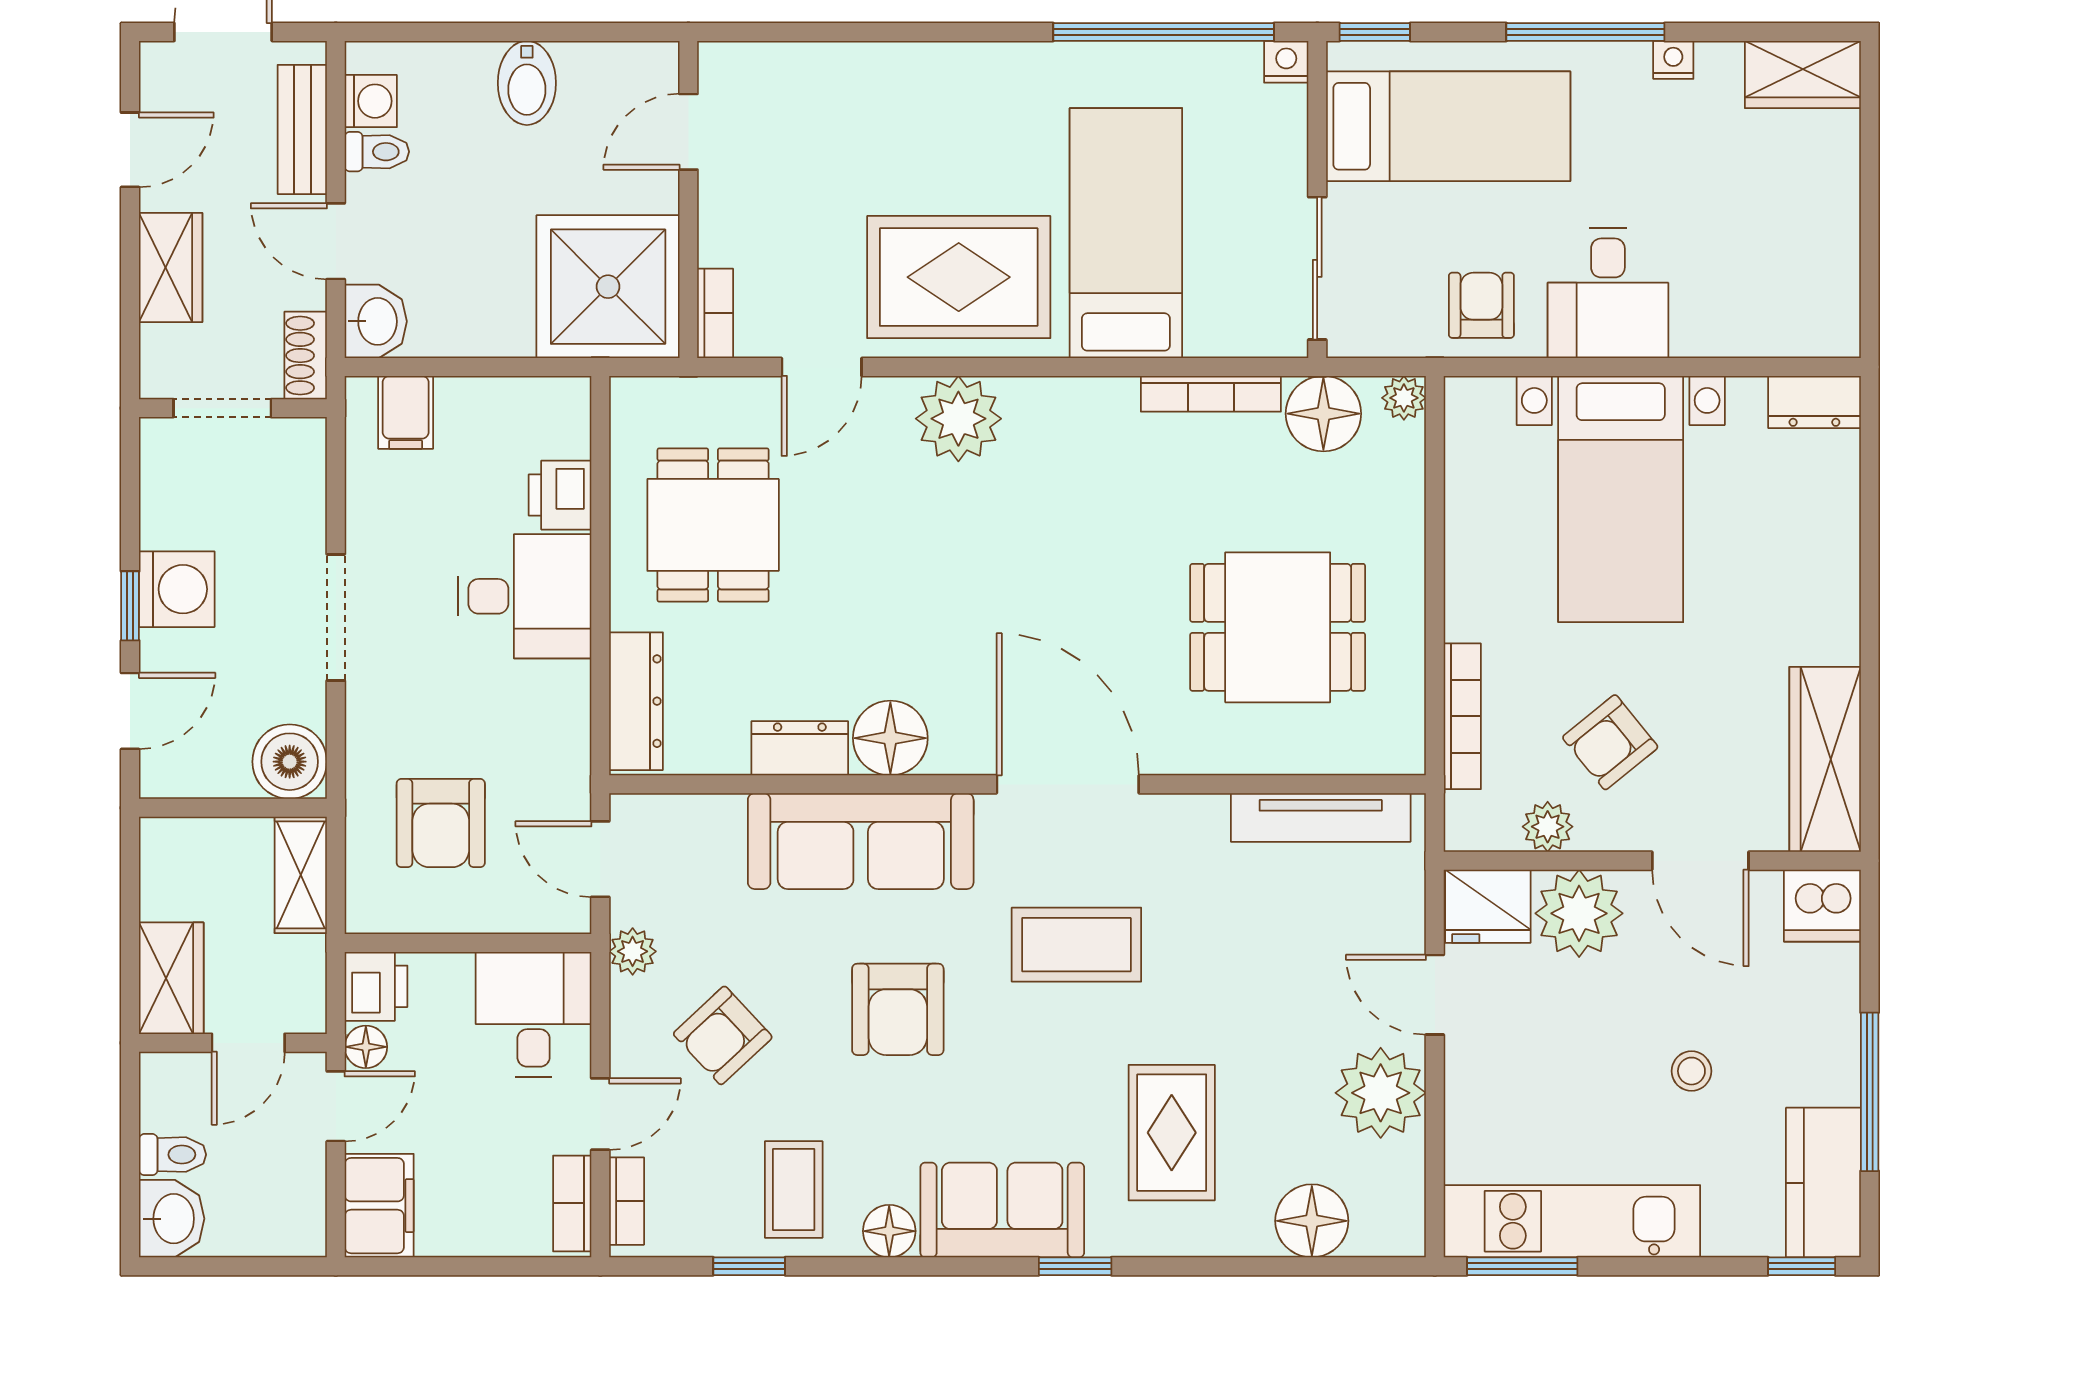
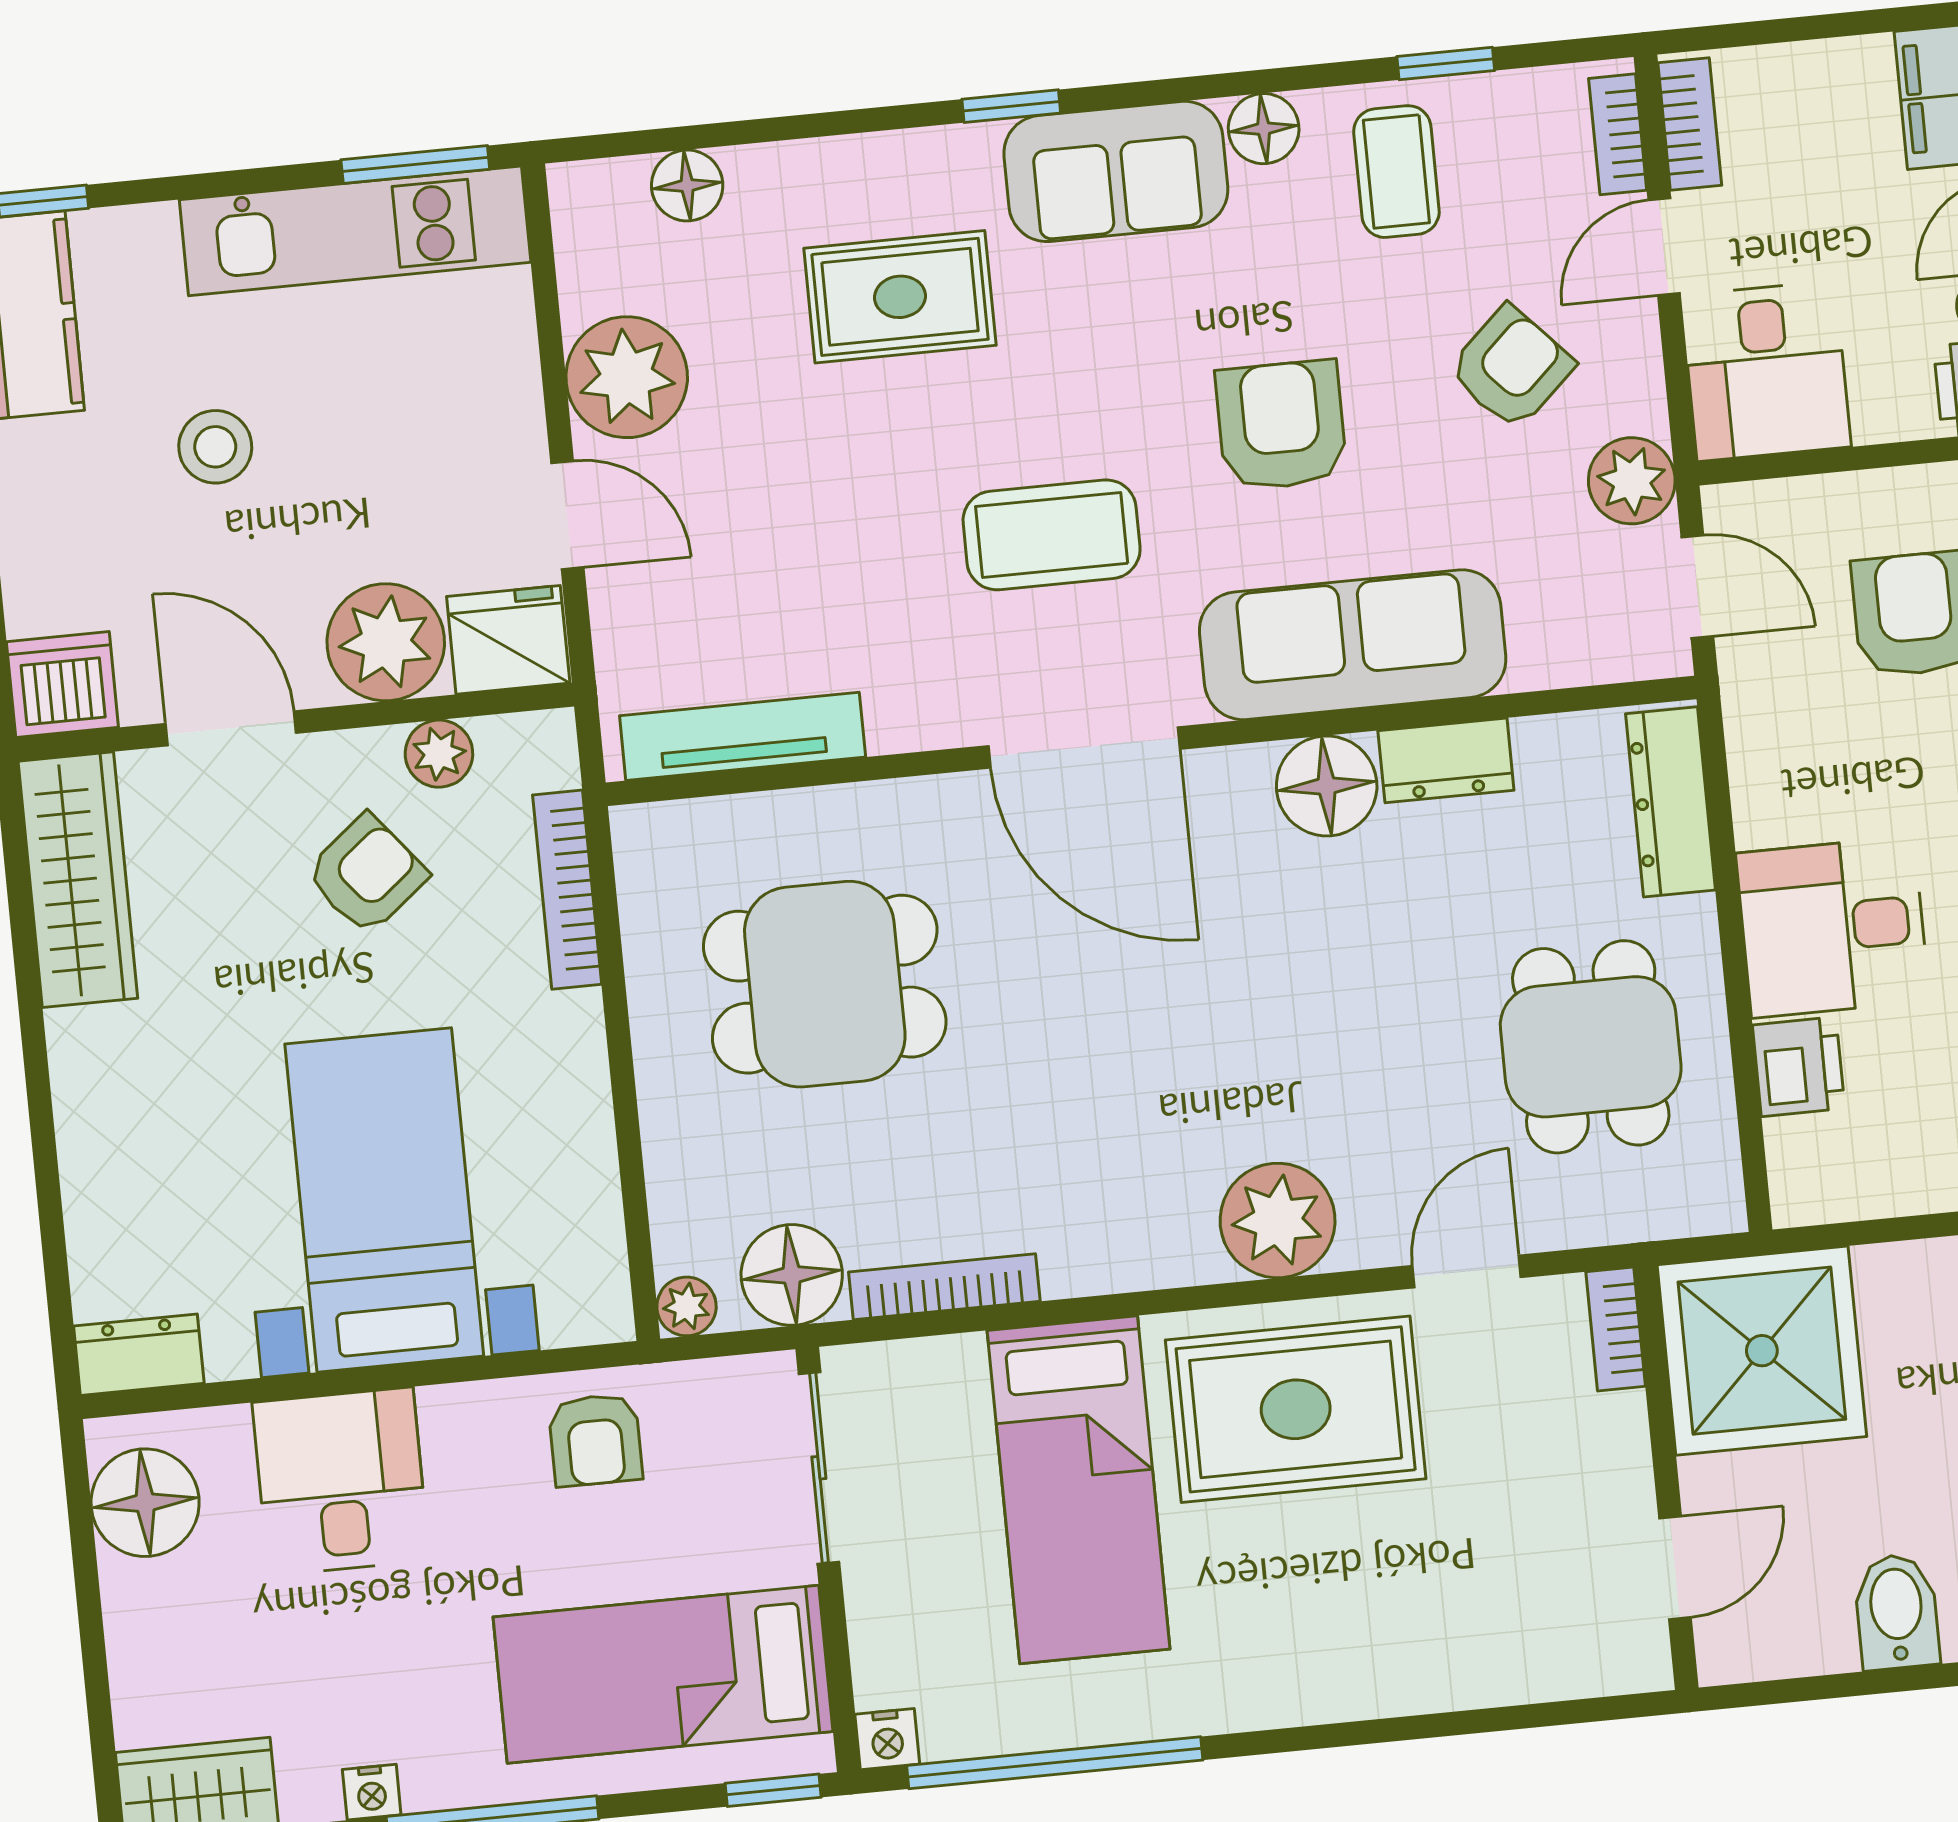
floor lamp: (1821, 292) -> (145, 1503), added
desk: (1608, 293) -> (341, 1481), moved
plant: (633, 951) -> (1632, 481), width x1.38, depth x1.38
stool: (1691, 1071) -> (215, 447), width x1.37, depth x1.37
rug: (1172, 1133) -> (900, 297), turned 90
floor lamp: (1312, 1221) -> (687, 186), width x0.73, depth x0.73

